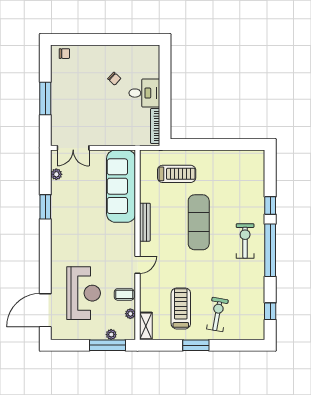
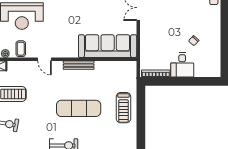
treadmill: (177, 174) -> (123, 108), moved

